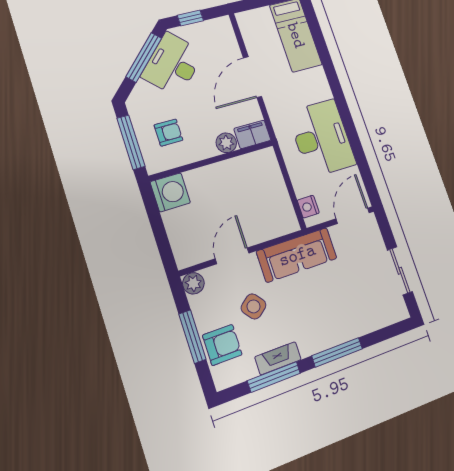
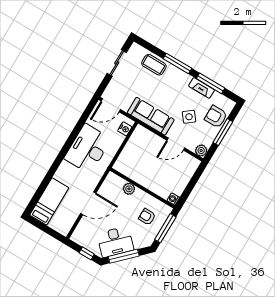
filing cabinet: (252, 134) -> (115, 181), removed
washing machine: (170, 192) -> (173, 199), width x0.53, depth x0.53
coffee table: (360, 318) -> (154, 65), added

